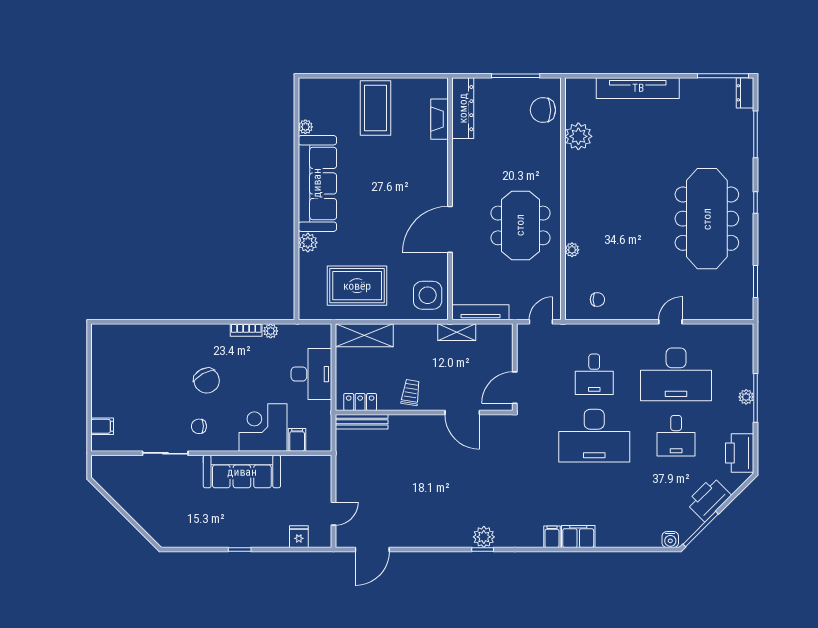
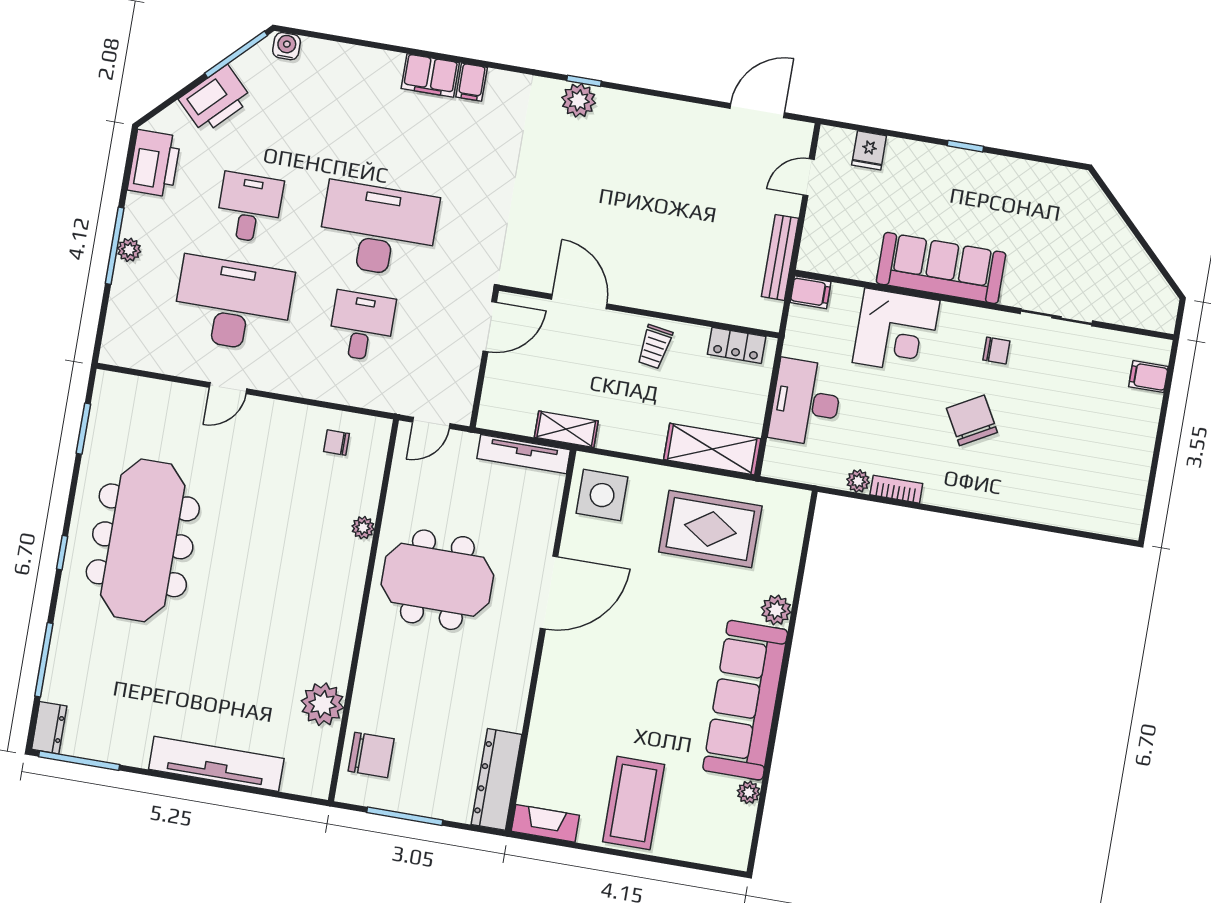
fireplace: (440, 119) -> (545, 823), moved, turned -90
meeting table: (520, 225) -> (437, 580), turned 90
bench: (362, 422) -> (780, 257), moved, turned 90
filing cabinet: (297, 440) -> (811, 292), moved, turned -90

